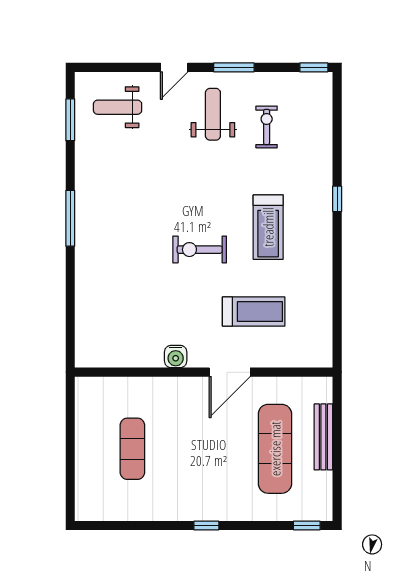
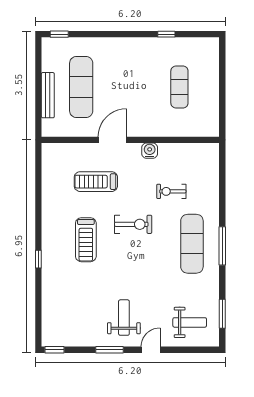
weight bench: (213, 114) -> (124, 318), turned 180
exercise bike: (267, 127) -> (171, 191), moved, turned 90
exercise mat: (114, 221) -> (192, 244), added
treadmill: (268, 227) -> (86, 240), turned 180
window: (206, 525) -> (166, 34), moved

